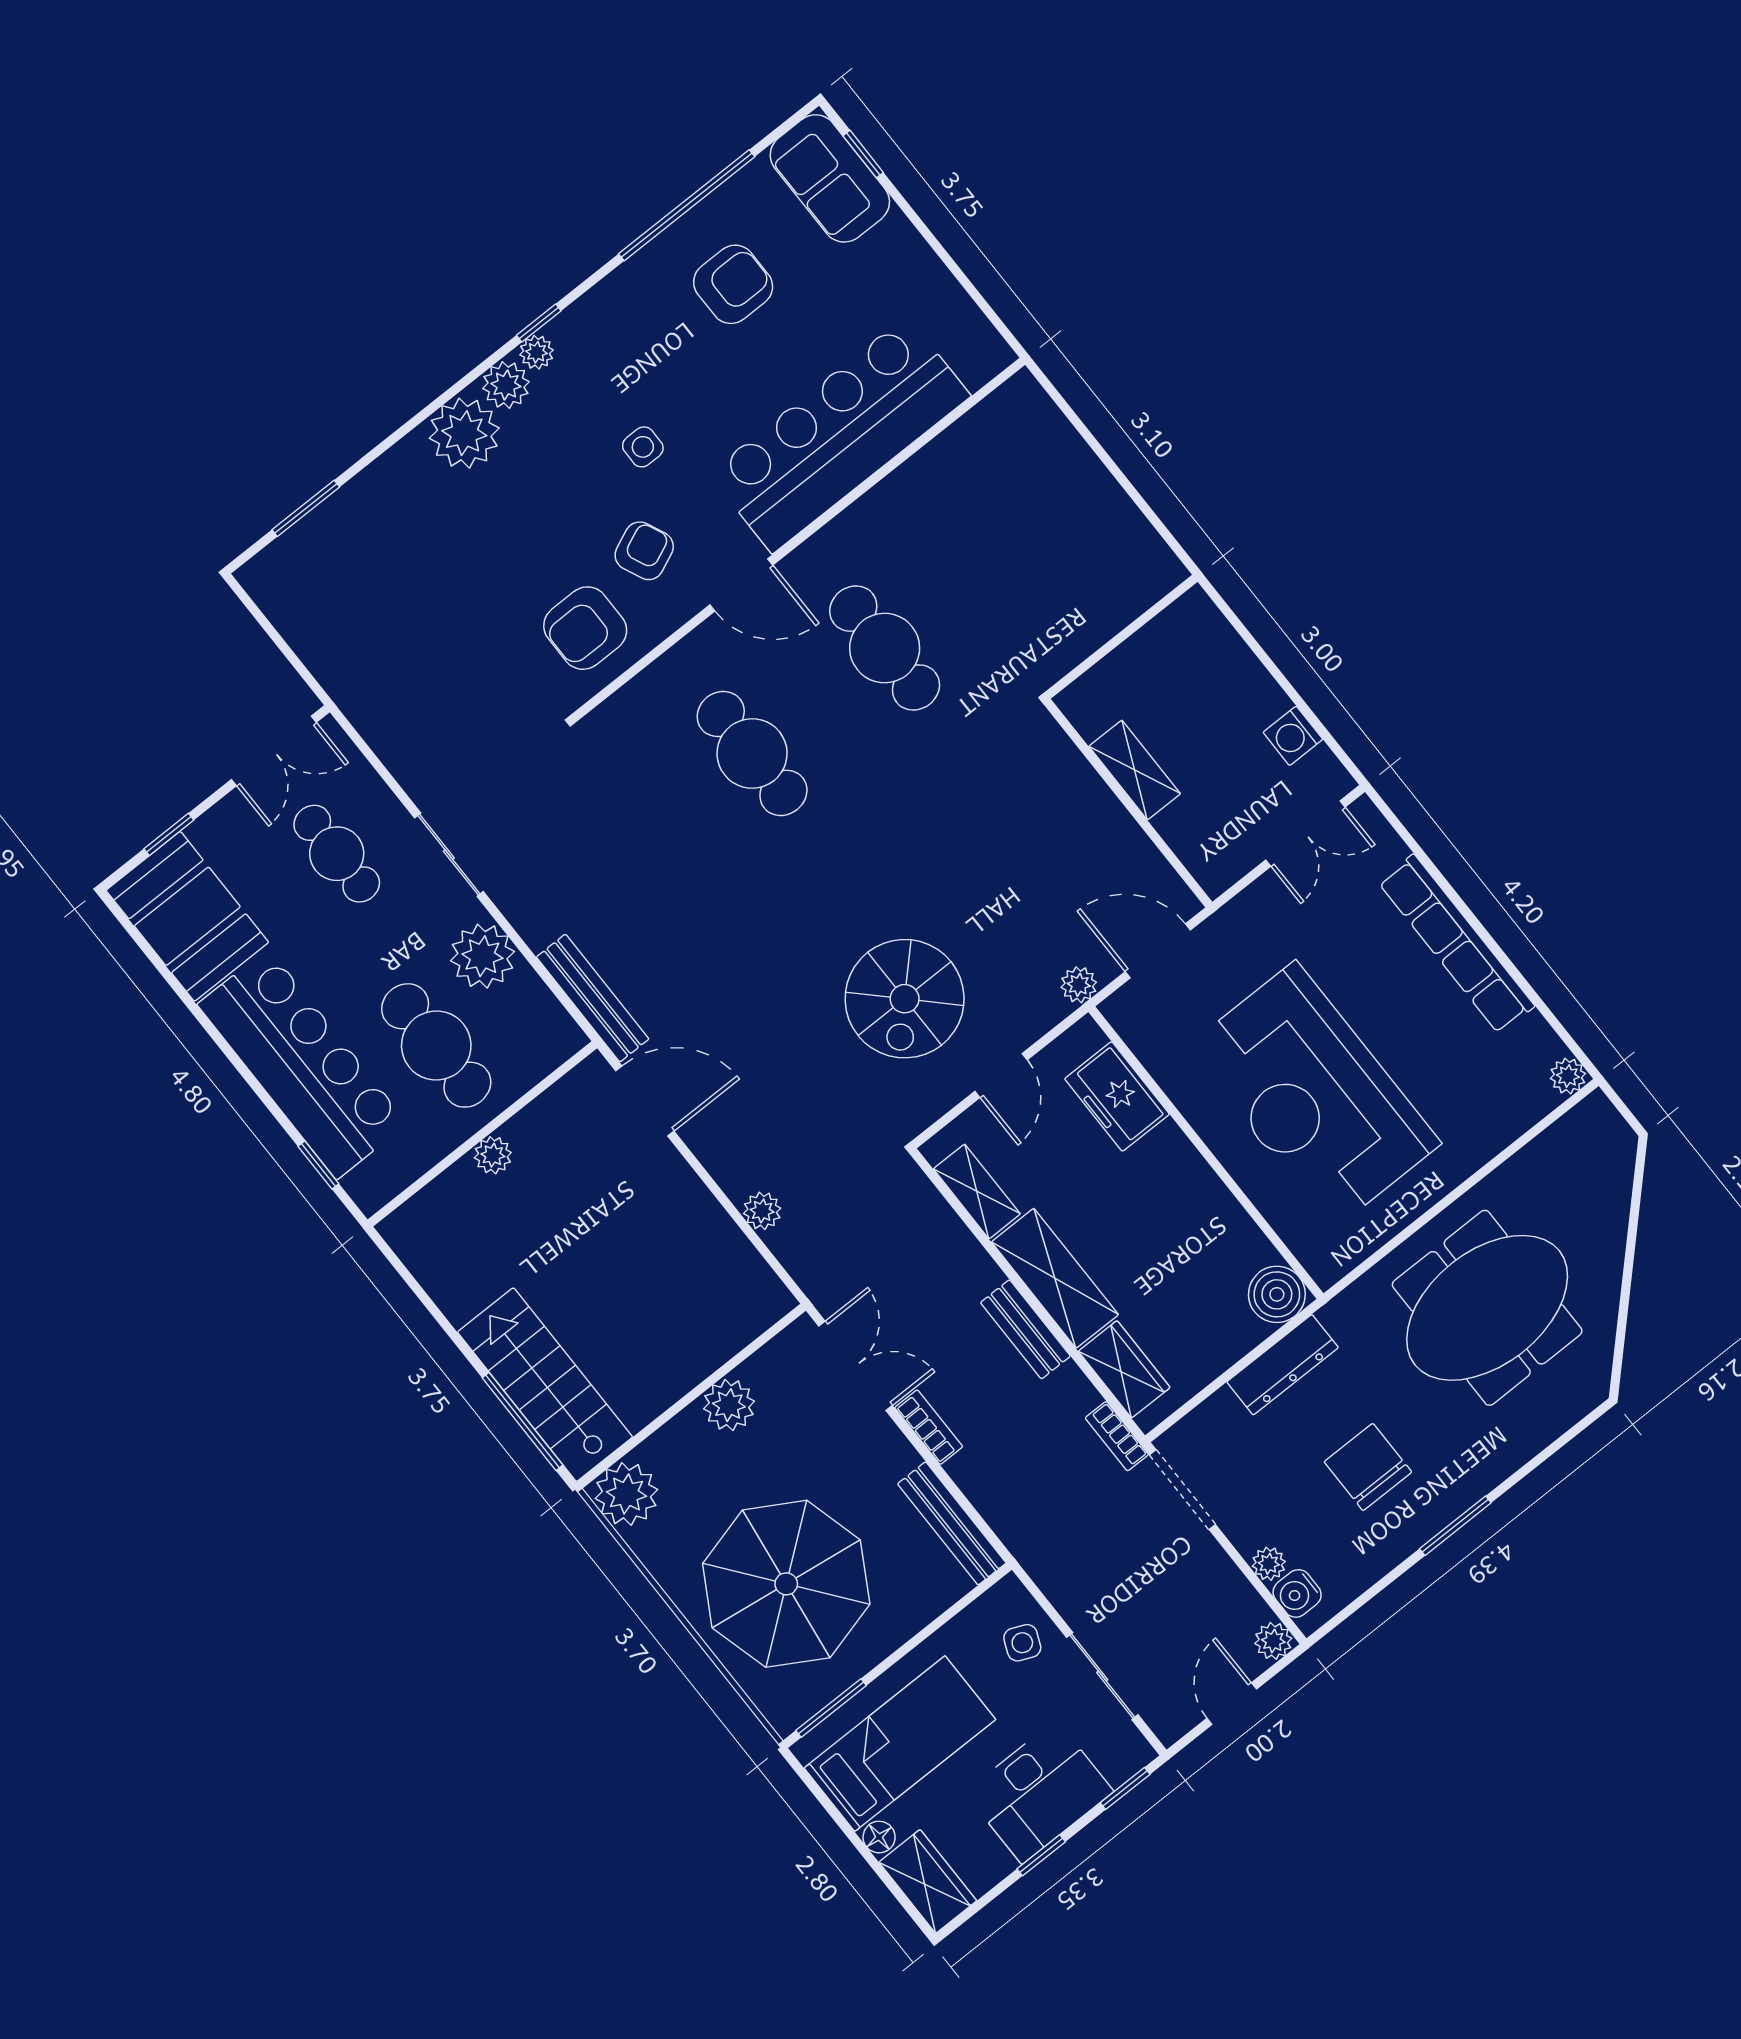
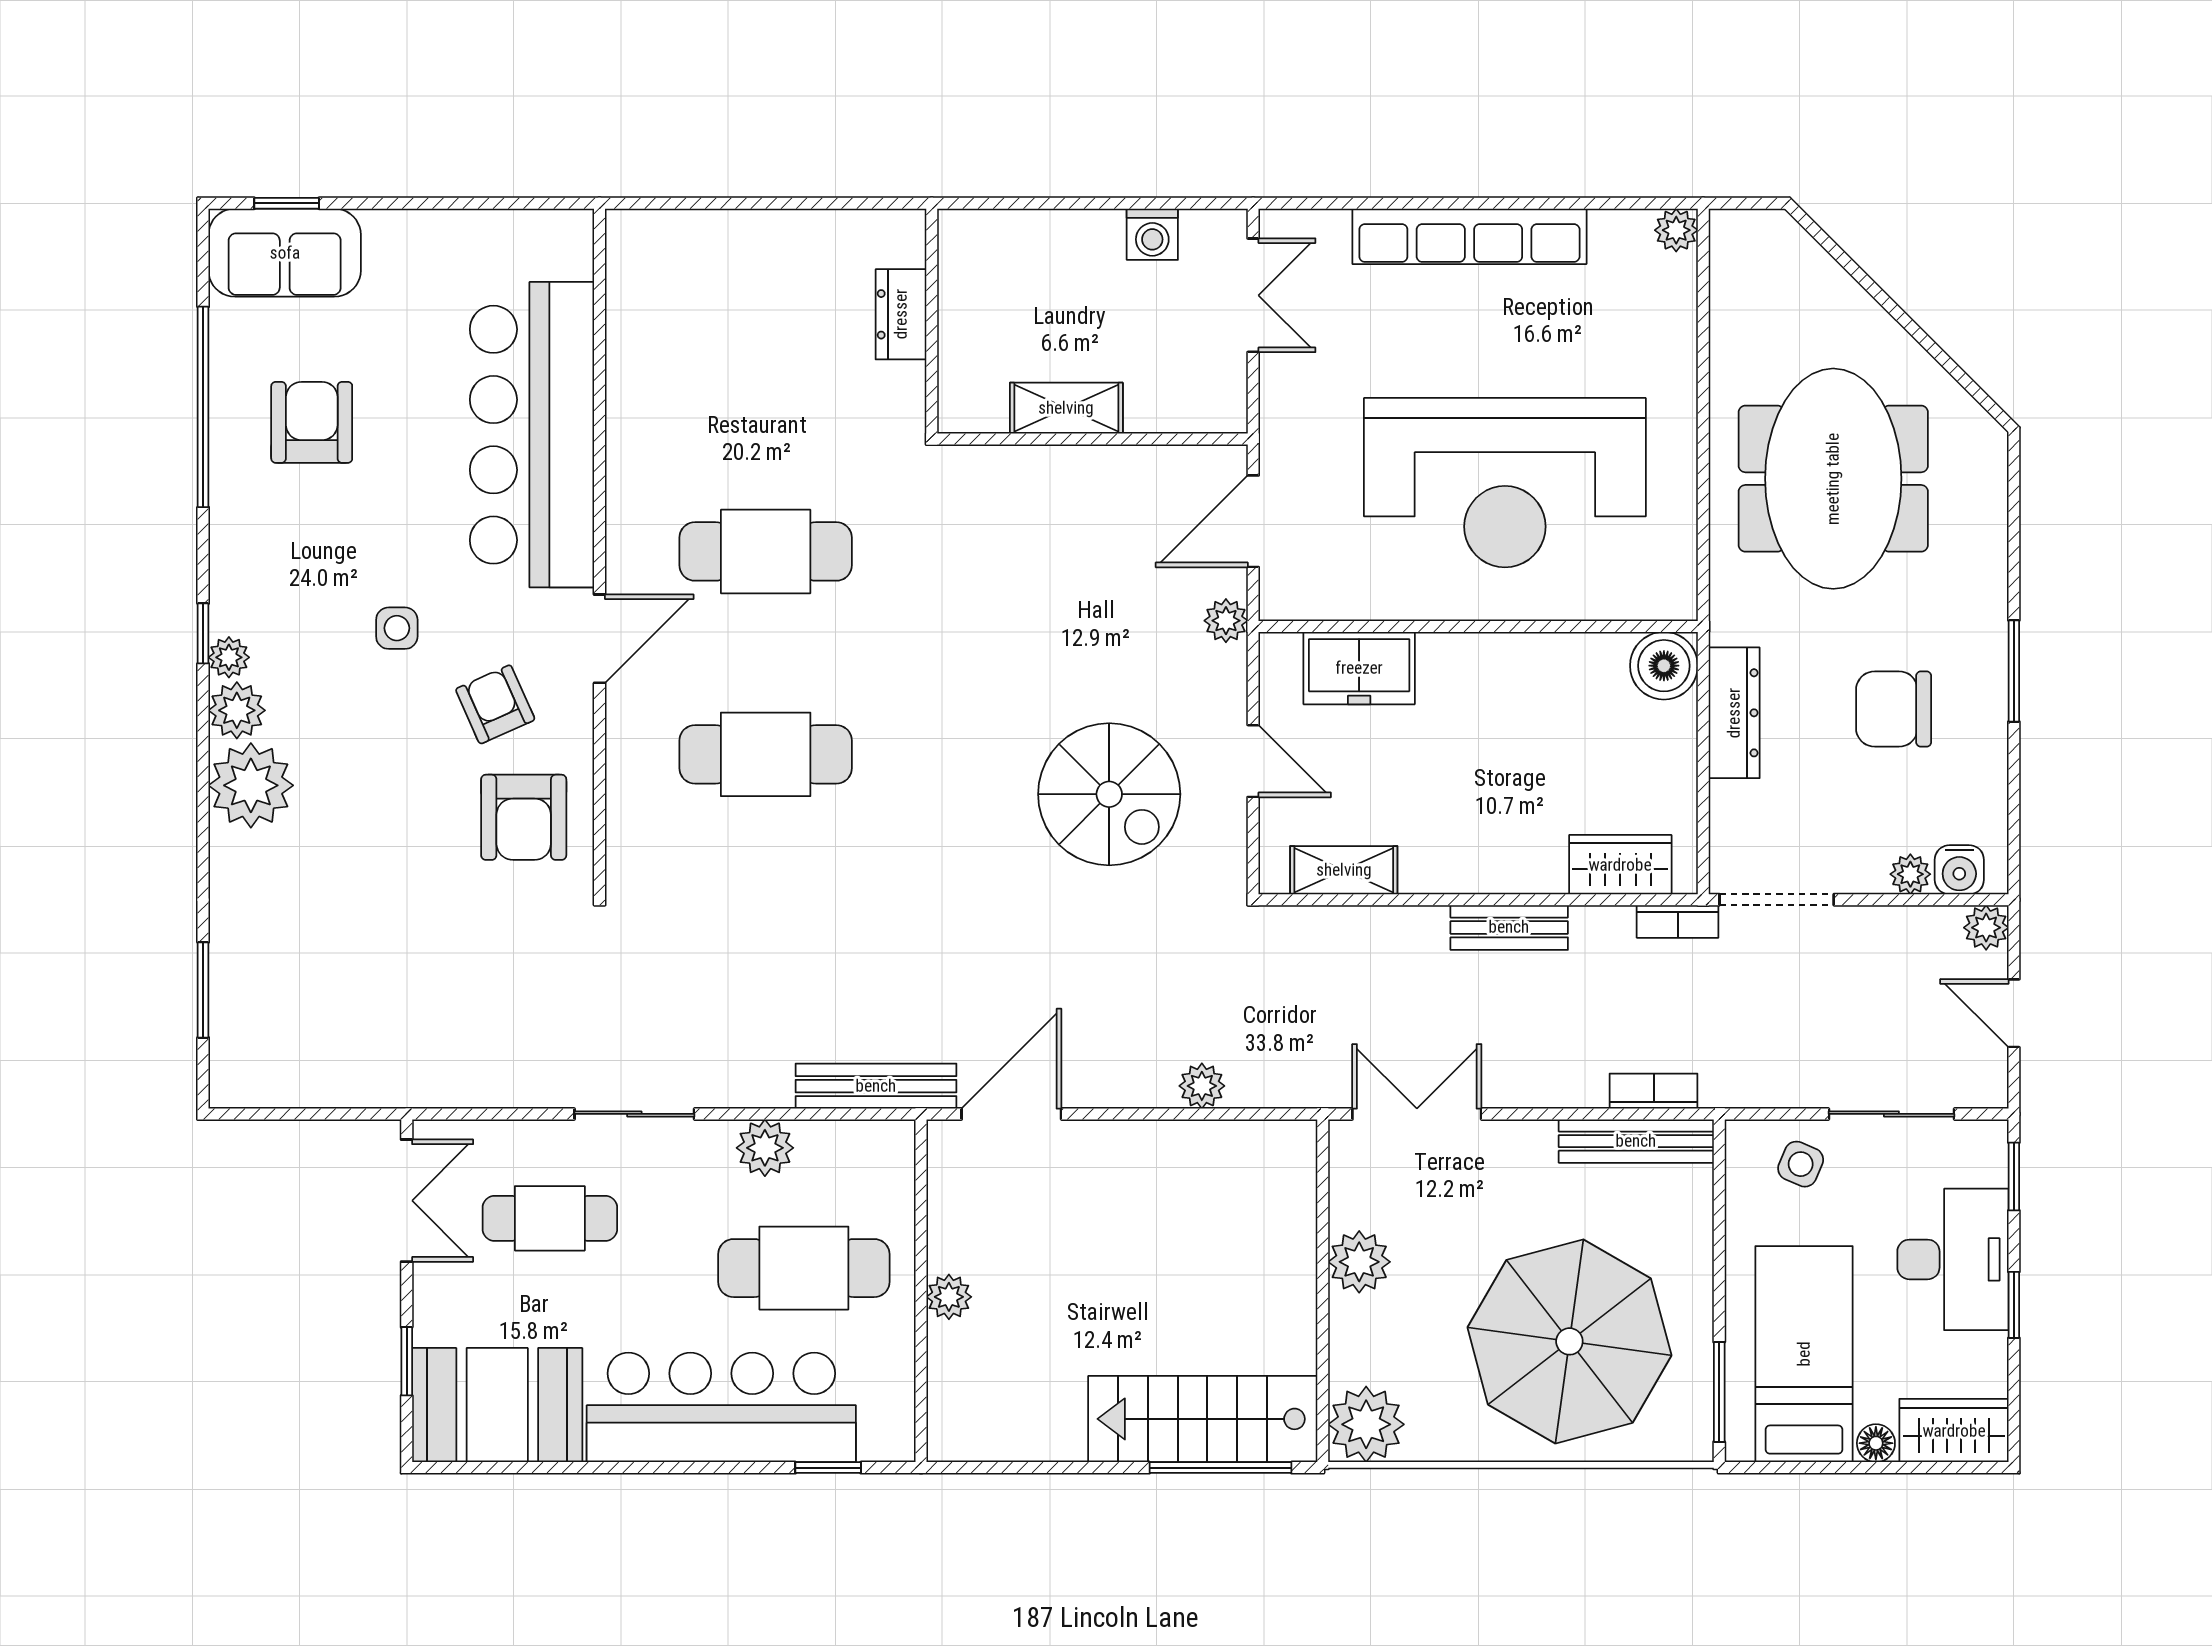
dresser: (1110, 613) -> (901, 314), added
plant: (482, 956) -> (765, 1148), width x0.73, depth x0.73
shelving: (1055, 1278) -> (1483, 862), removed
bookcase: (929, 1427) -> (1654, 1091), moved

